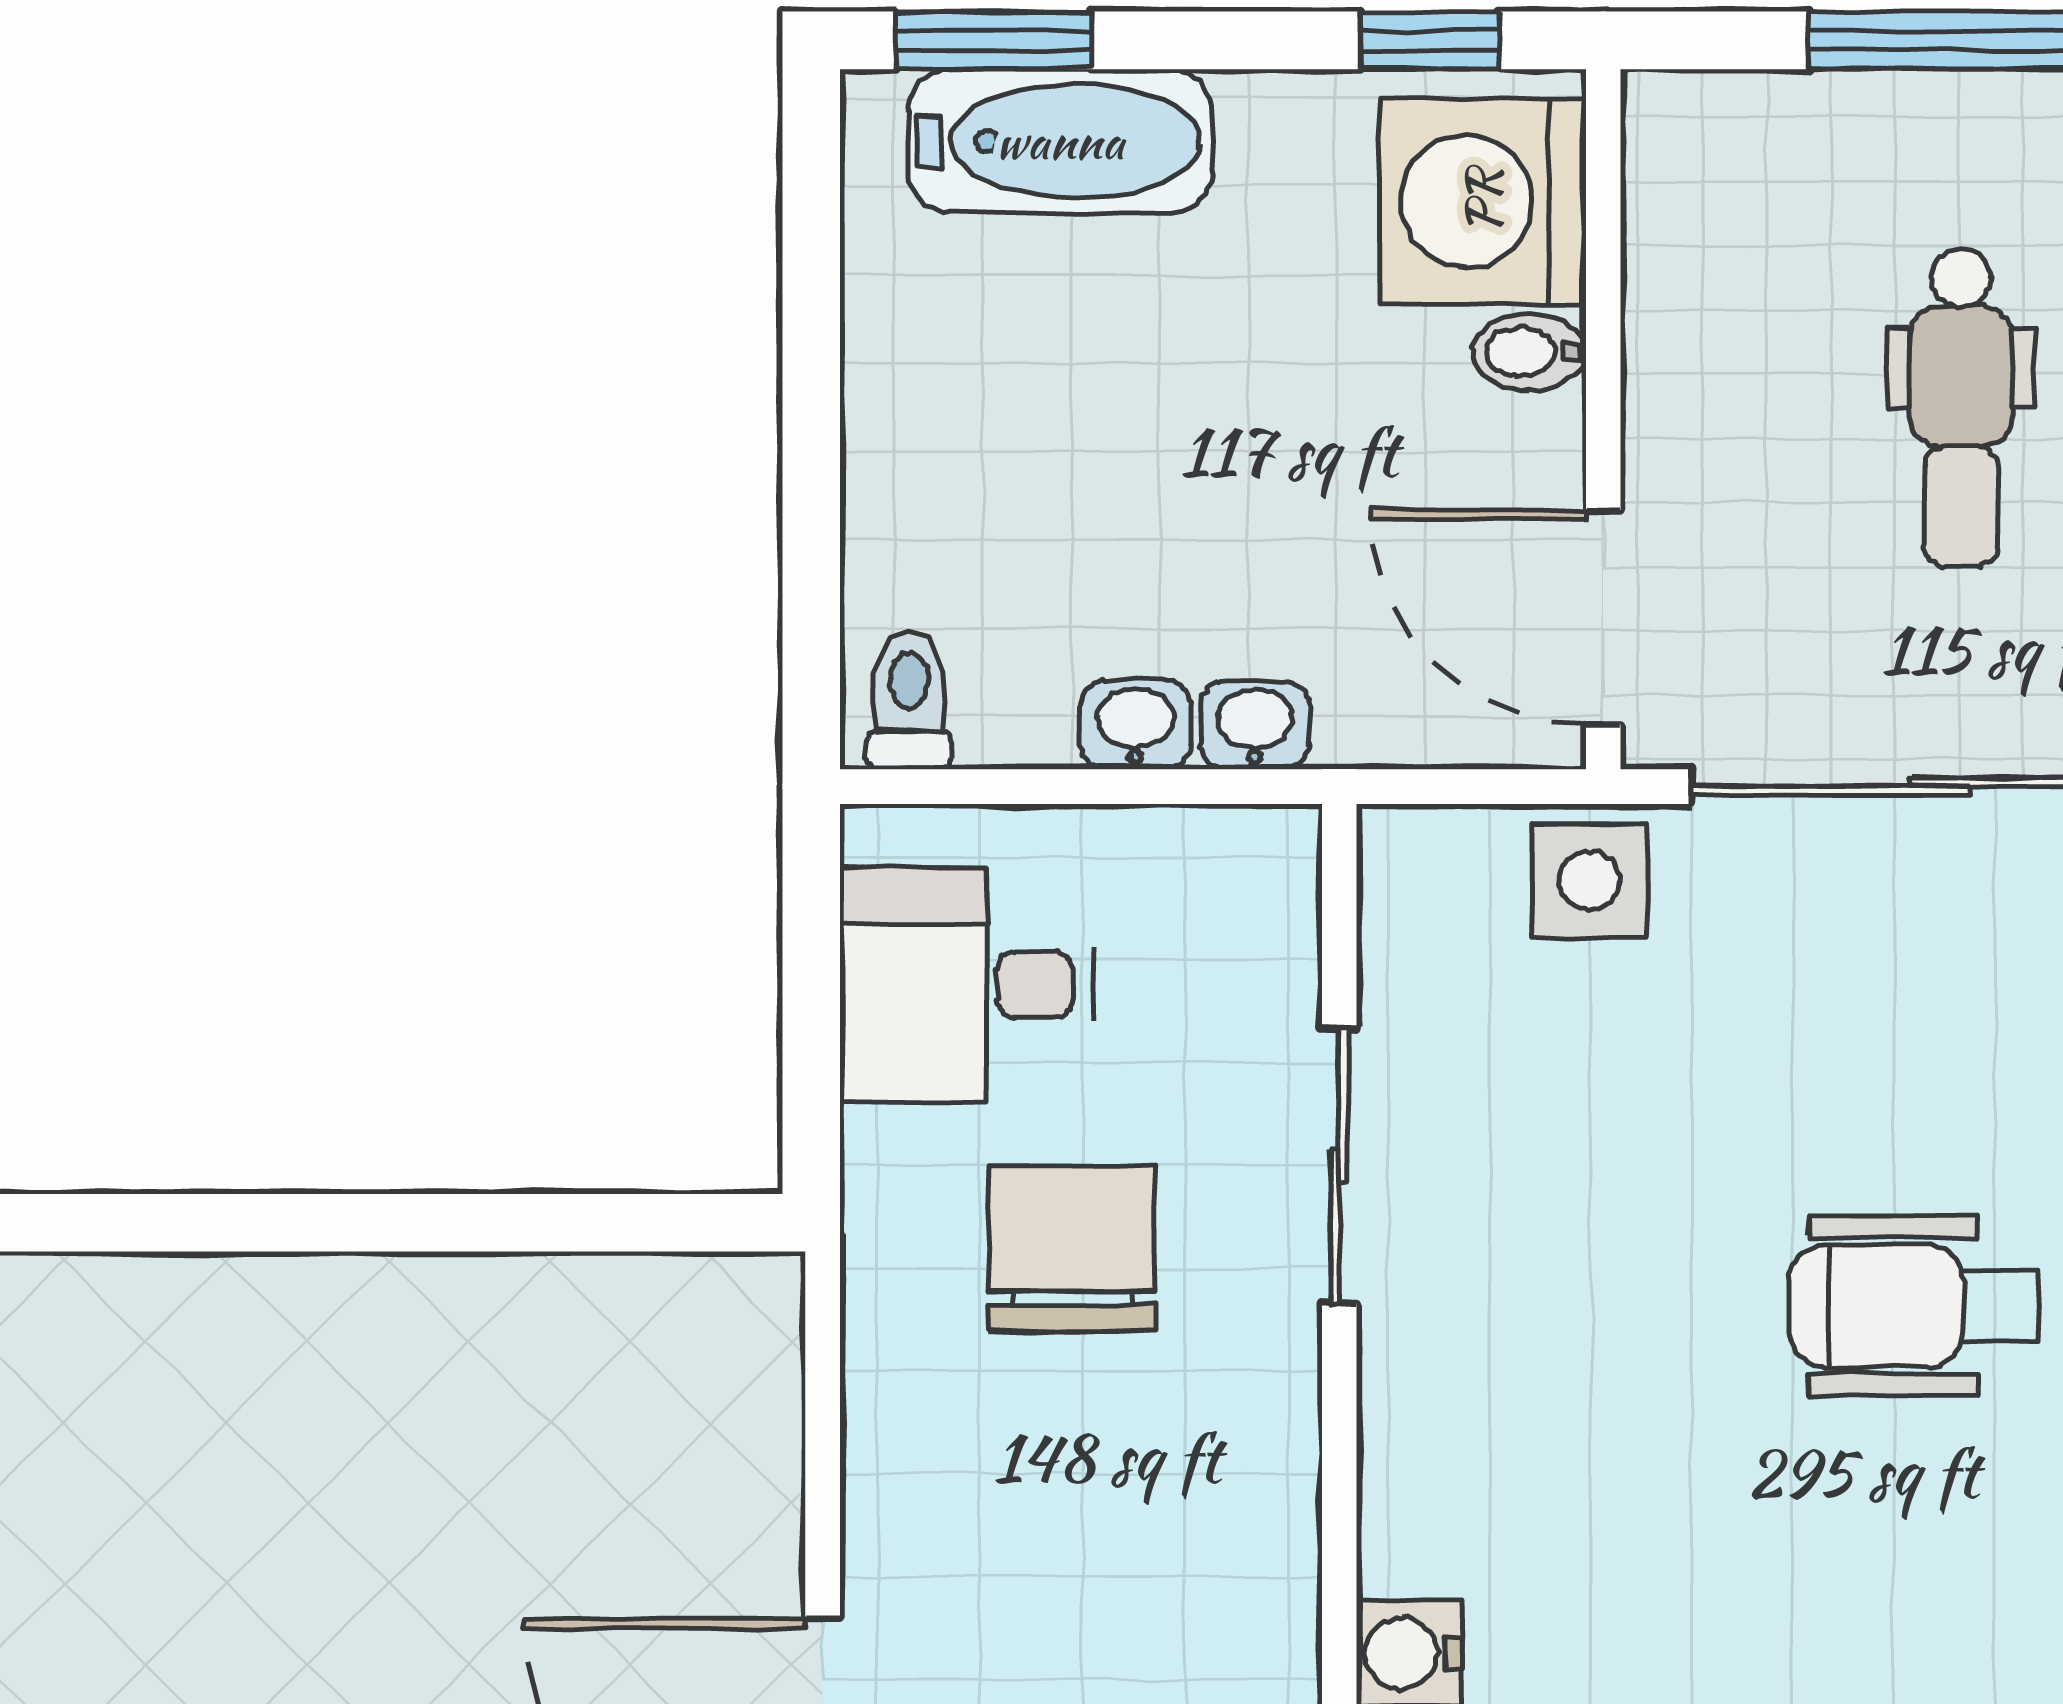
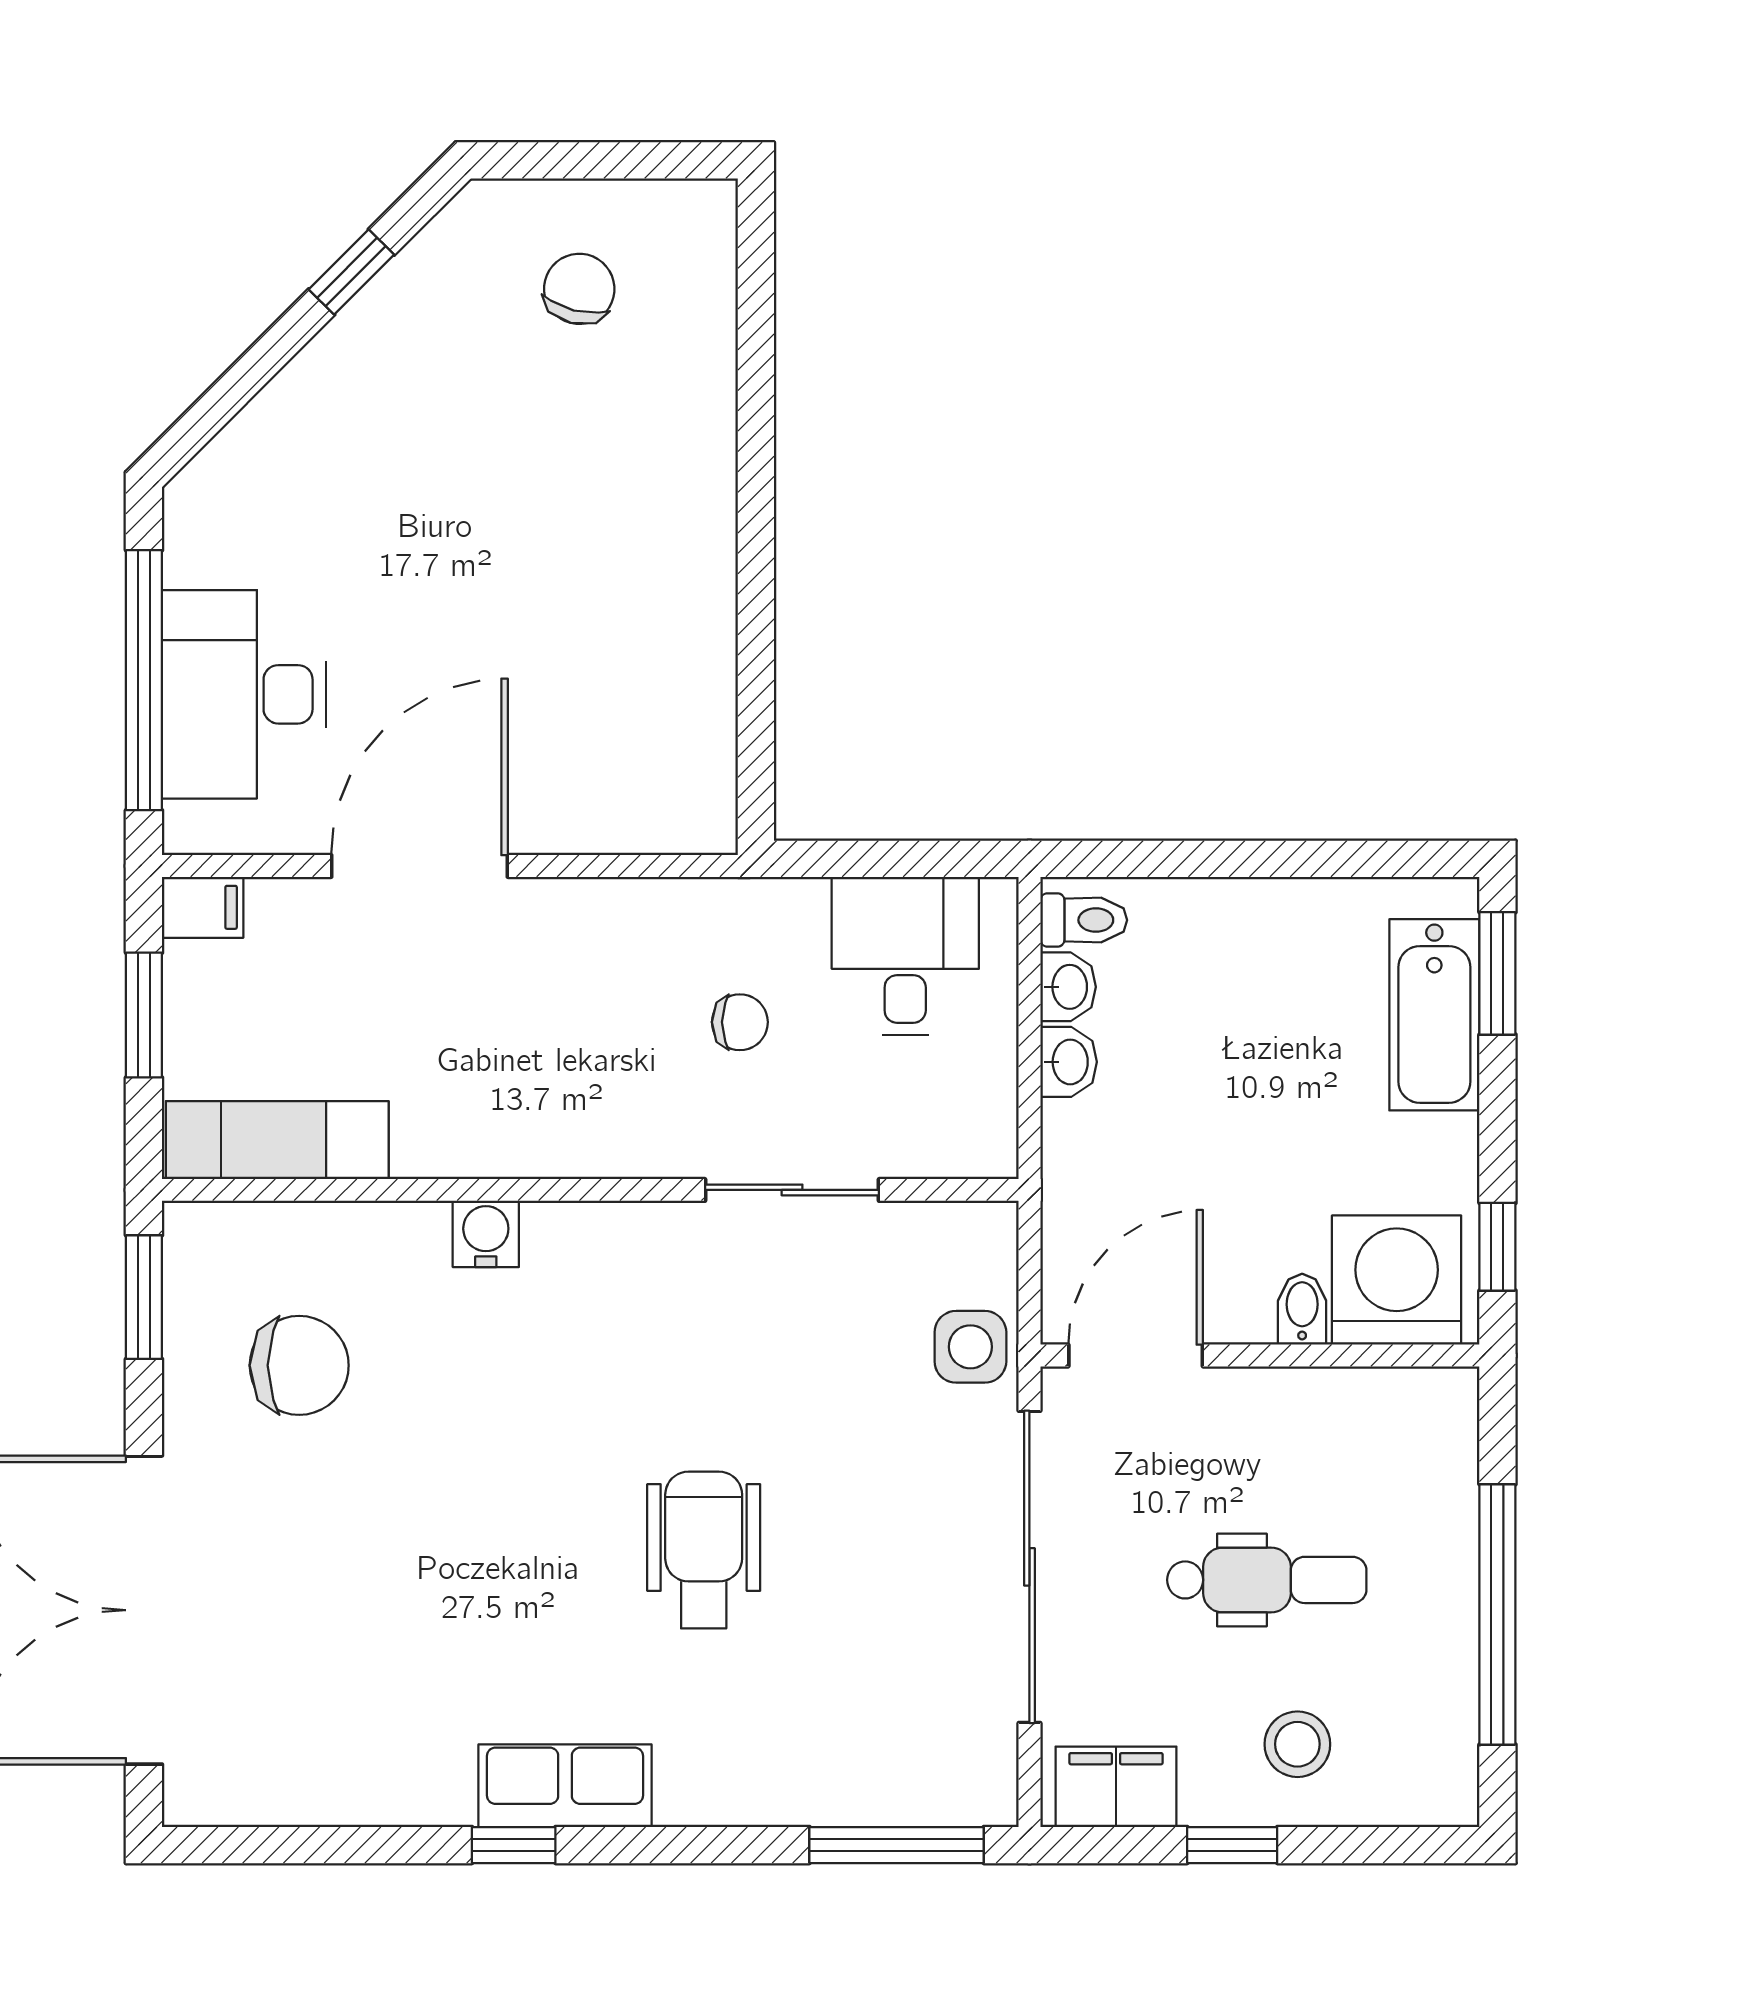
dental chair: (1961, 408) -> (1267, 1580), turned 180
washbasin: (1255, 725) -> (1068, 987), moved
chair: (1072, 1248) -> (740, 1022), width x0.54, depth x0.54

